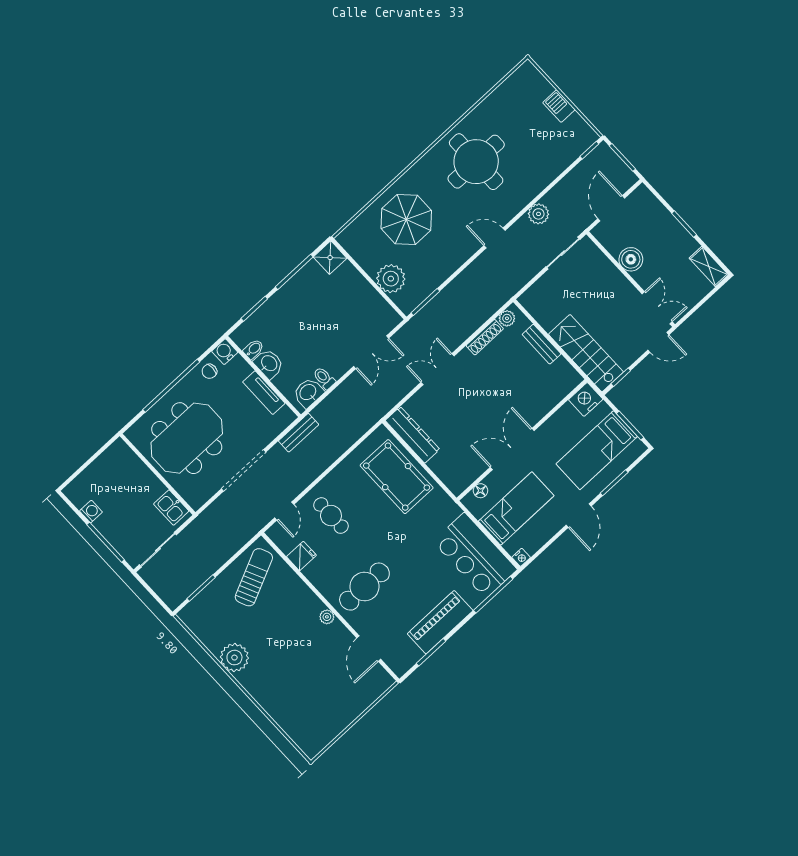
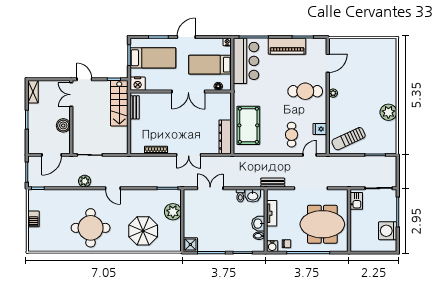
plant: (507, 318) -> (139, 149), removed
bench: (542, 344) -> (135, 107), moved
washing machine: (91, 512) -> (388, 231), width x1.89, depth x1.89

